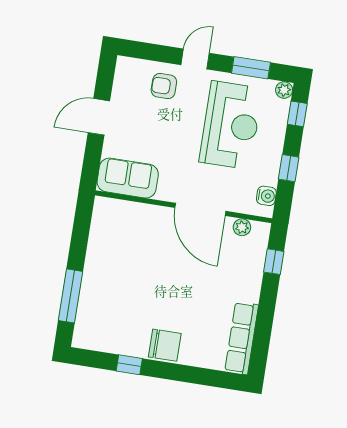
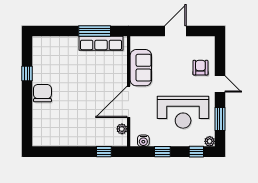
door: (99, 117) -> (175, 31), hinge flipped
sofa: (128, 178) -> (141, 68), moved
window: (71, 296) -> (95, 31), moved
row of seats: (242, 338) -> (101, 43), moved, turned 180
chair: (165, 345) -> (42, 93), turned 180

